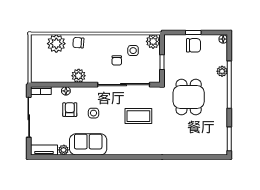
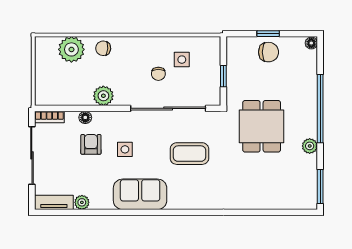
plant: (153, 41) -> (211, 47), removed
plant: (222, 71) -> (310, 146), moved
sofa: (88, 144) -> (140, 194), moved

